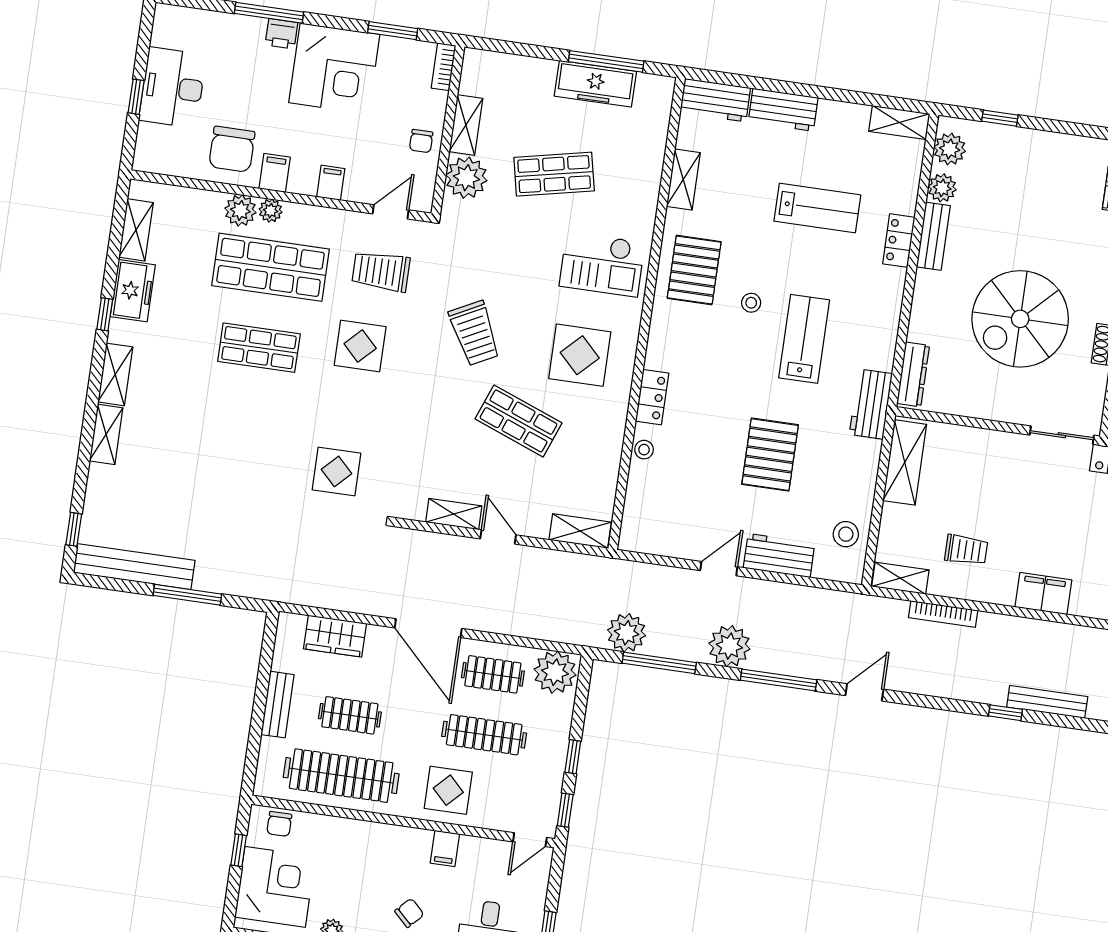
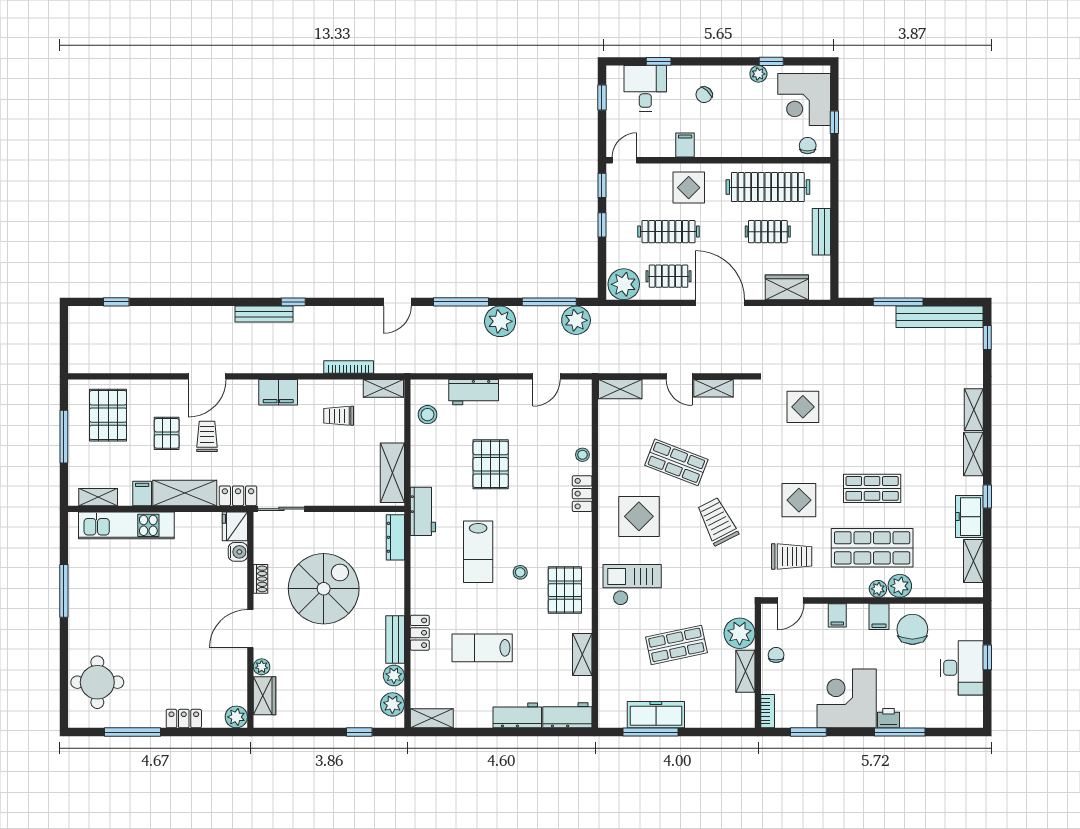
door: (719, 569) -> (547, 376), moved

